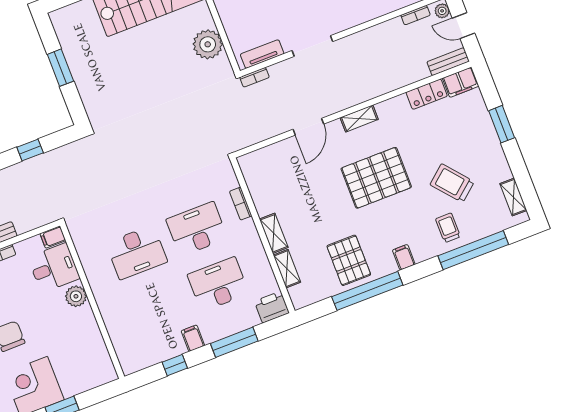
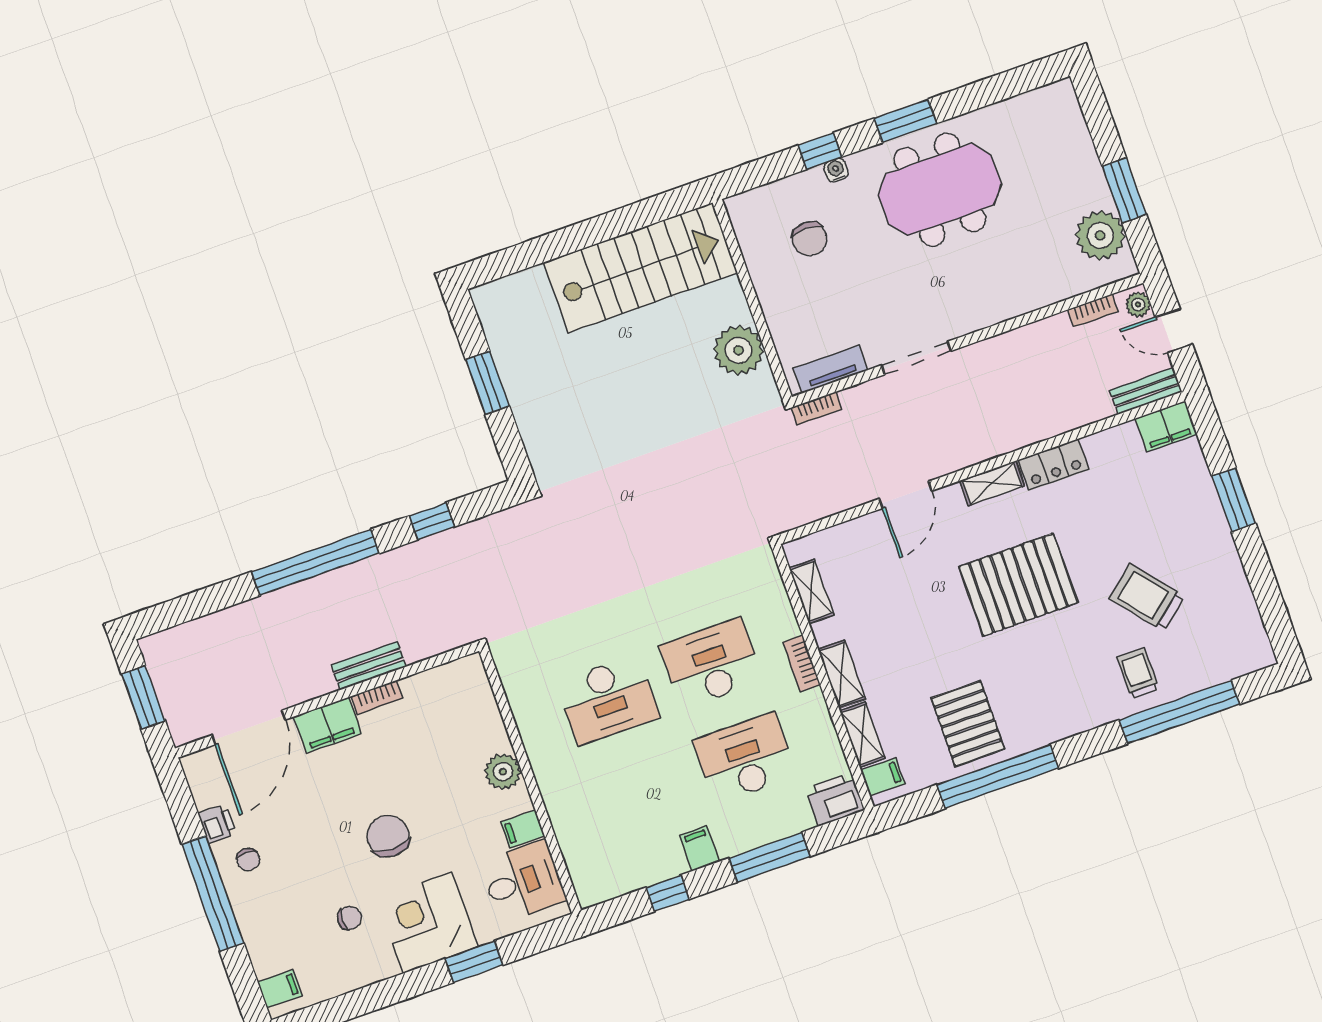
locker: (427, 94) -> (1053, 464), moved
shelving: (513, 197) -> (812, 591), moved
bookcase: (241, 204) -> (802, 663), moved
filing cabinet: (53, 237) -> (523, 829), moved
filing cabinet: (404, 257) -> (883, 777), moved, turned 90
desk: (54, 268) -> (523, 881), moved

